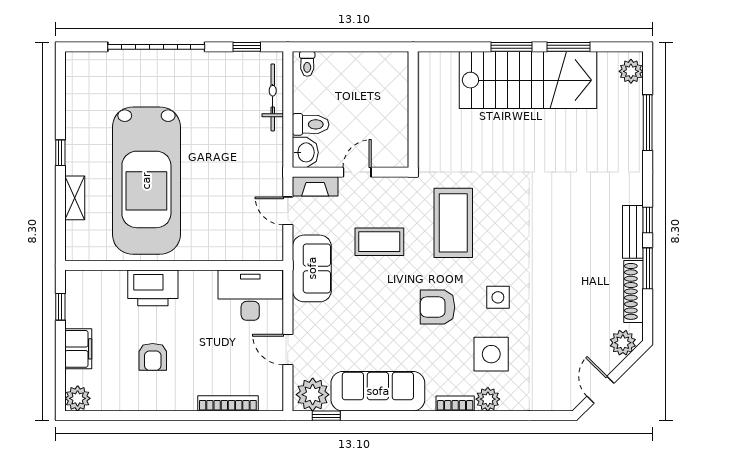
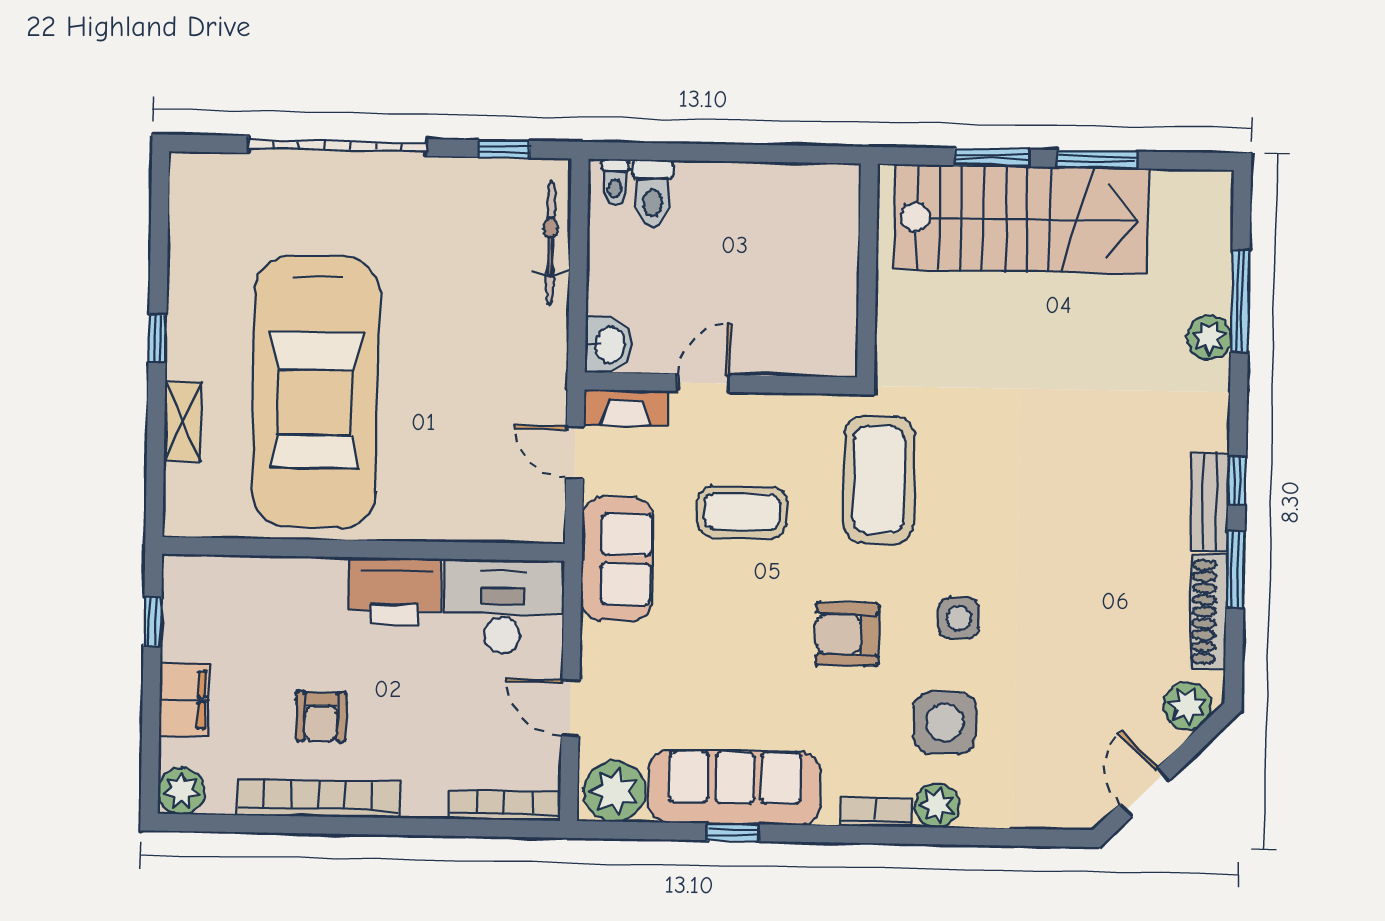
plant: (631, 71) -> (1209, 337), moved
wall: (413, 110) -> (867, 271), moved
toilet: (311, 124) -> (653, 193), moved, turned 90
printer: (153, 288) -> (394, 591), moved
bookcase: (152, 401) -> (318, 798), added
bookcase: (228, 403) -> (505, 806), moved
window: (326, 416) -> (733, 832), moved

